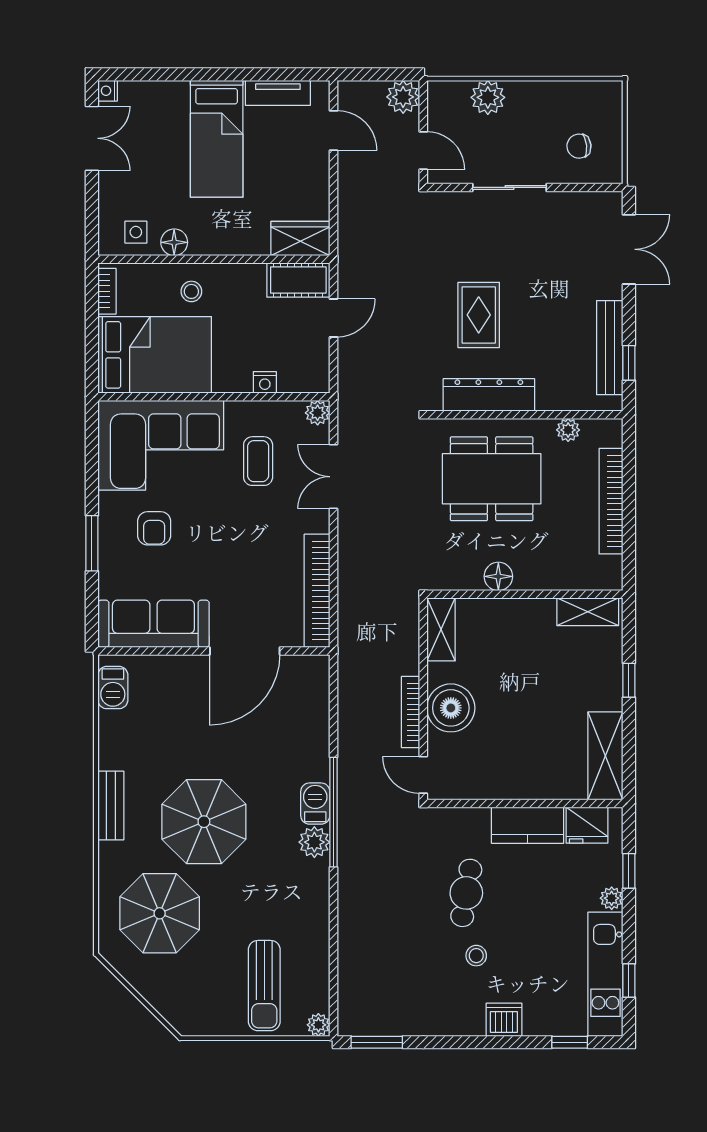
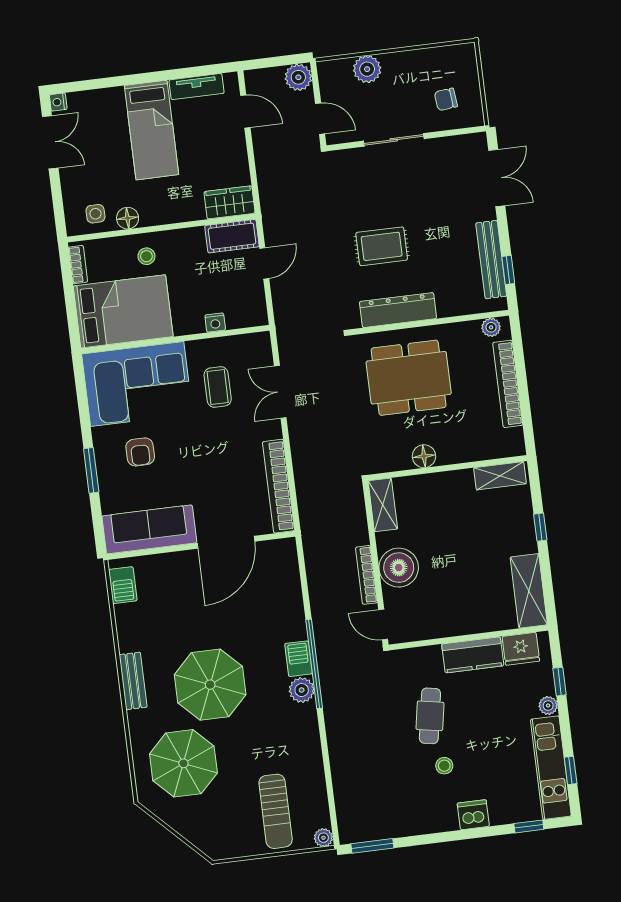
rug: (479, 315) -> (382, 246), turned 90
plant: (318, 413) -> (261, 342), removed
plant: (568, 430) -> (491, 327), moved

